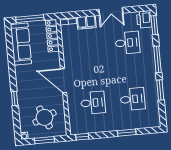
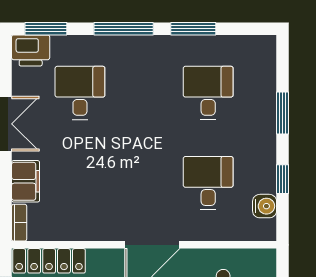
water cooler: (85, 128) -> (265, 206), added
window: (82, 137) -> (283, 179), moved

